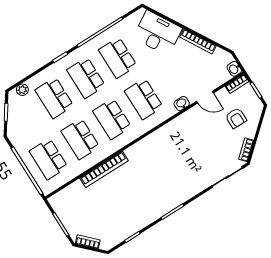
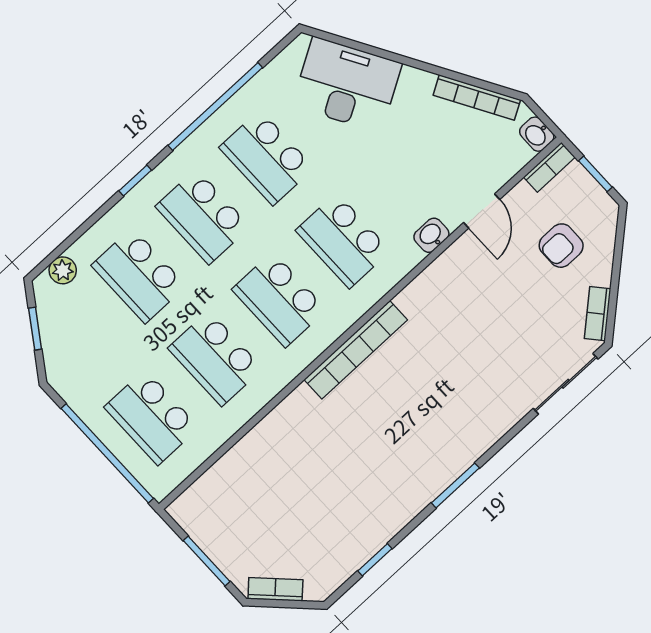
bookcase: (198, 41) -> (477, 97), moved
door: (205, 97) -> (482, 211), hinge flipped
armchair: (236, 118) -> (561, 246), turned 90
bookcase: (104, 169) -> (356, 350), moved

